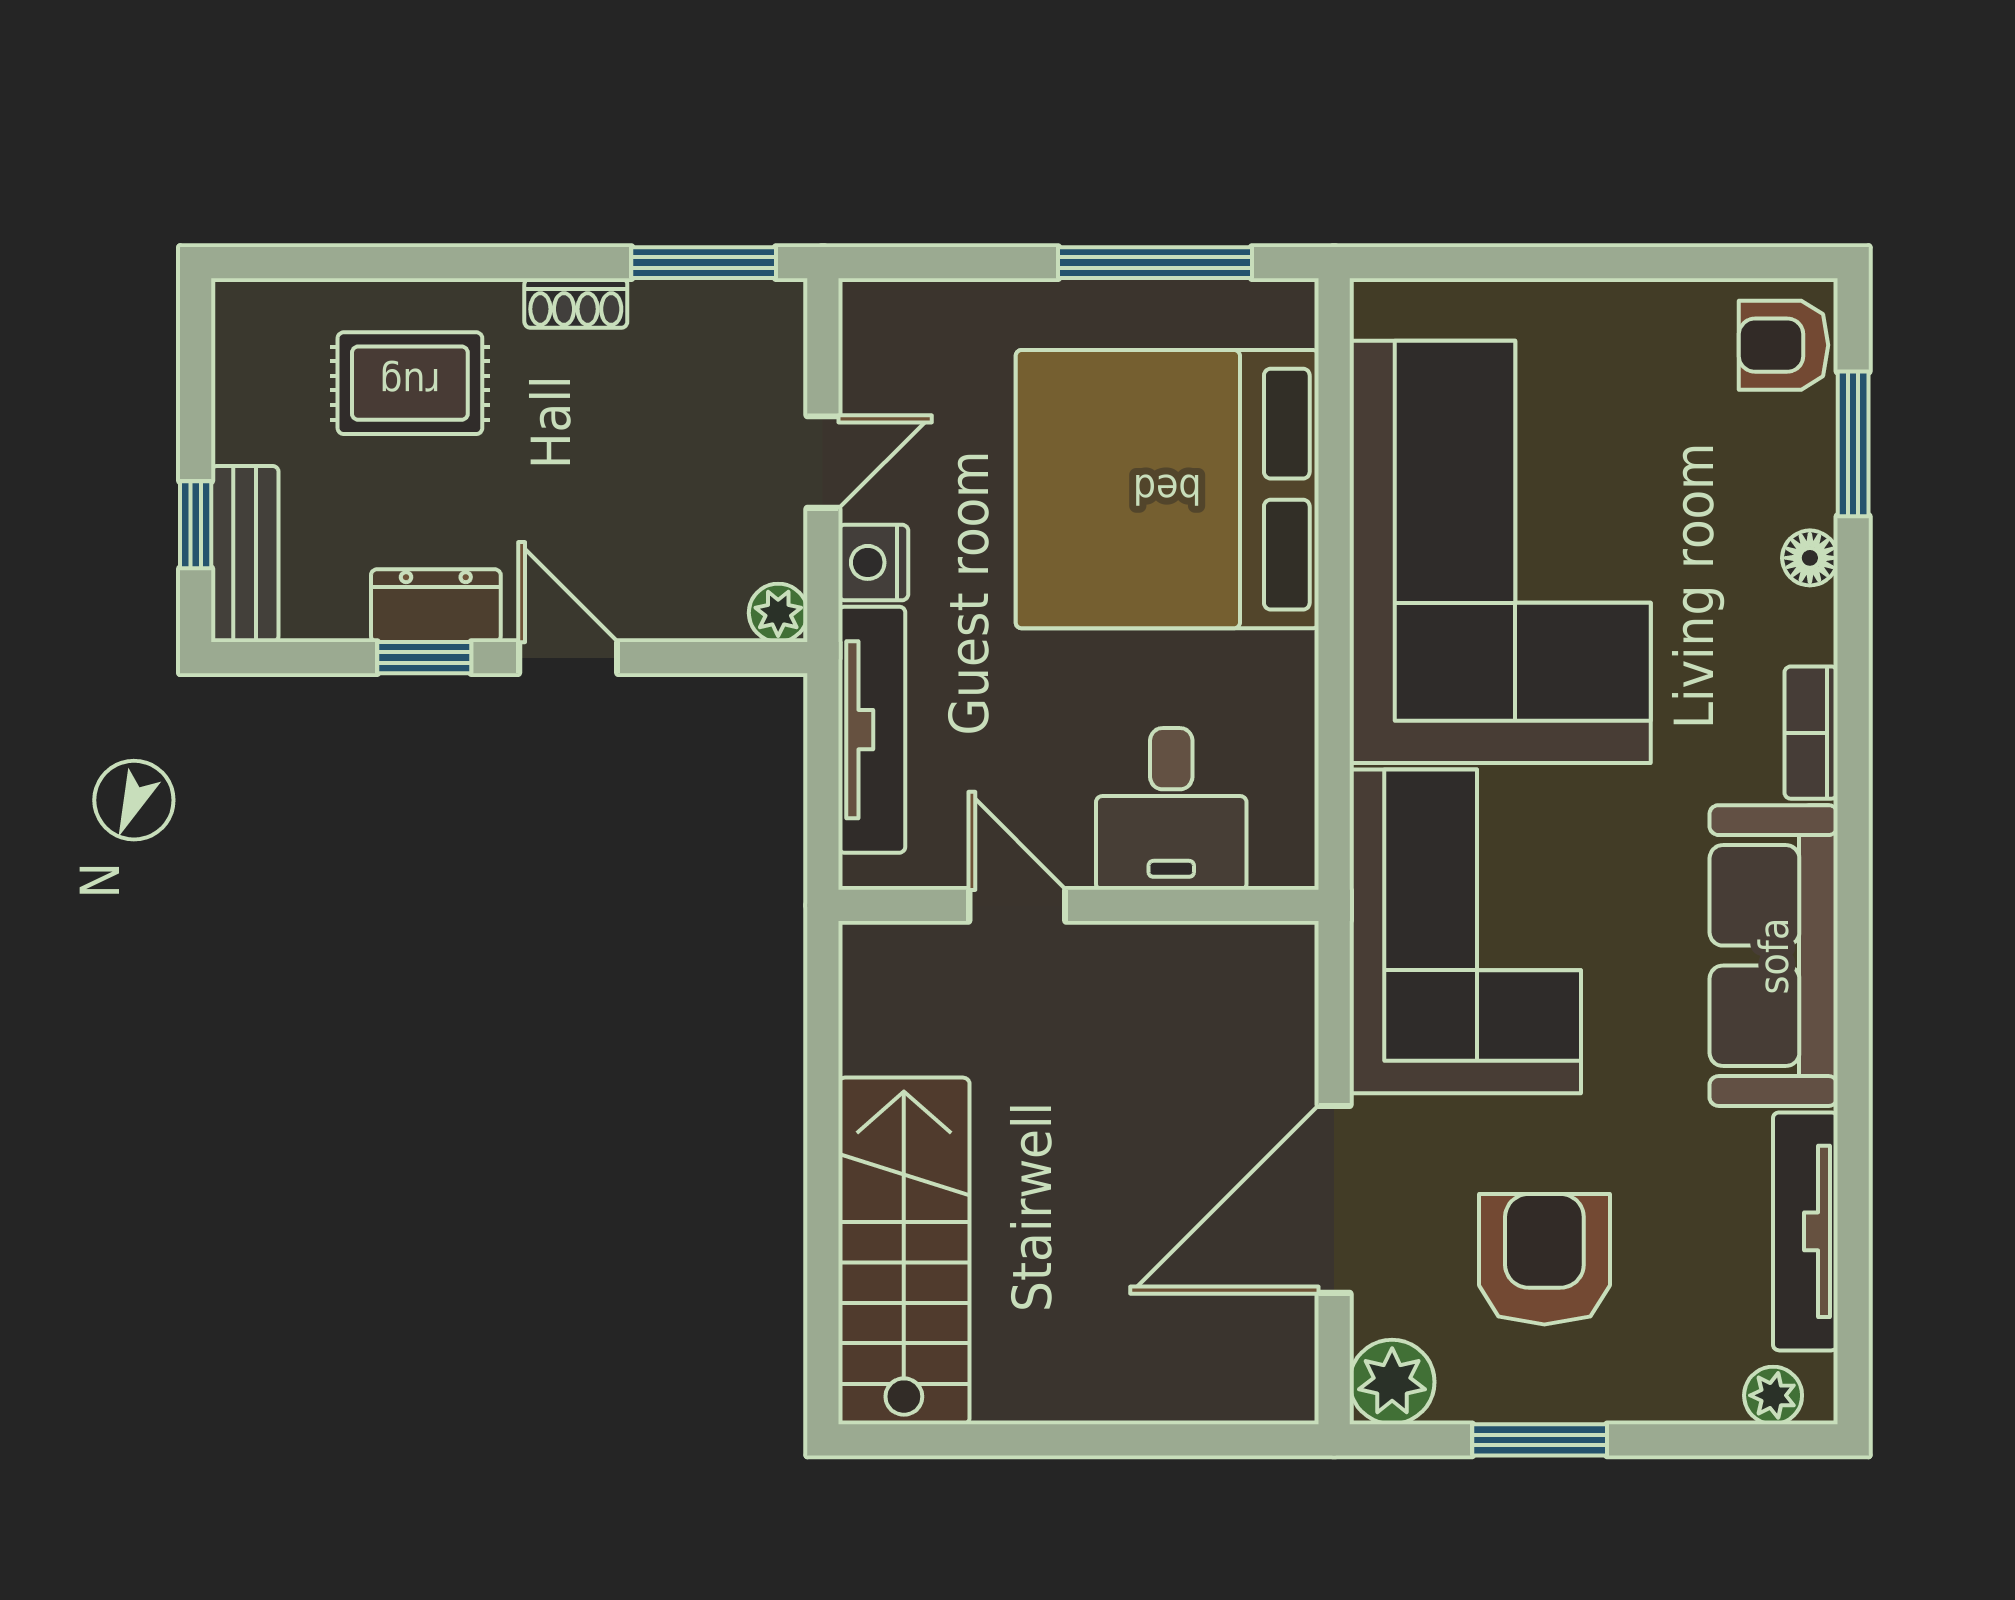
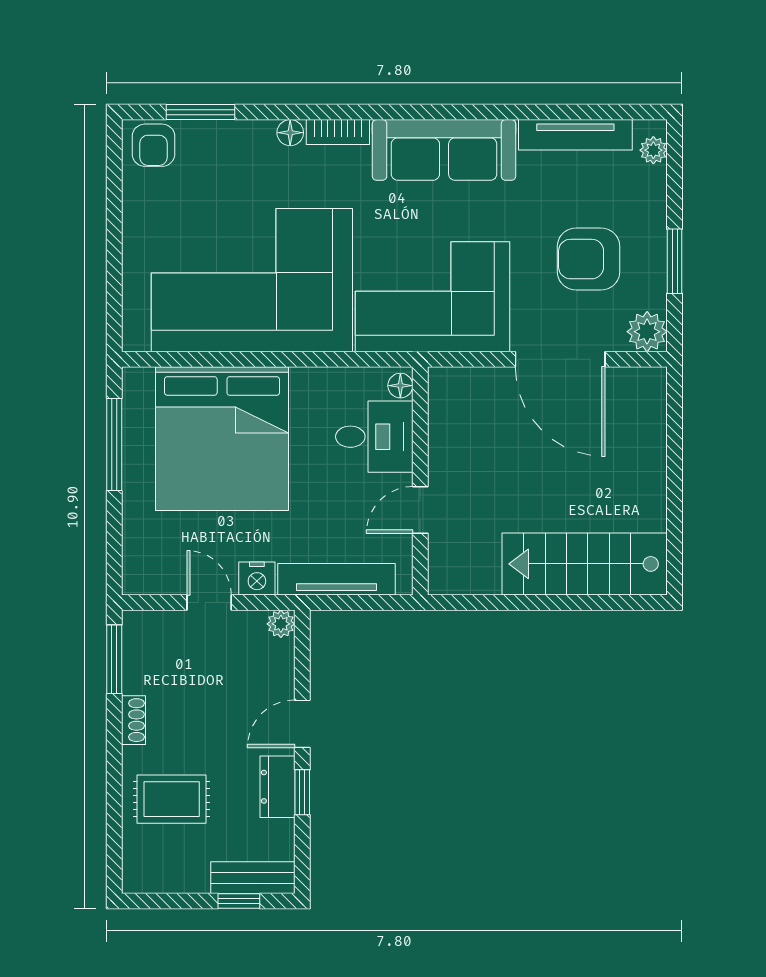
rug: (410, 383) -> (172, 799), turned 90
floor lamp: (1810, 558) -> (290, 133), moved
floor lamp: (1279, 864) -> (400, 386), added

